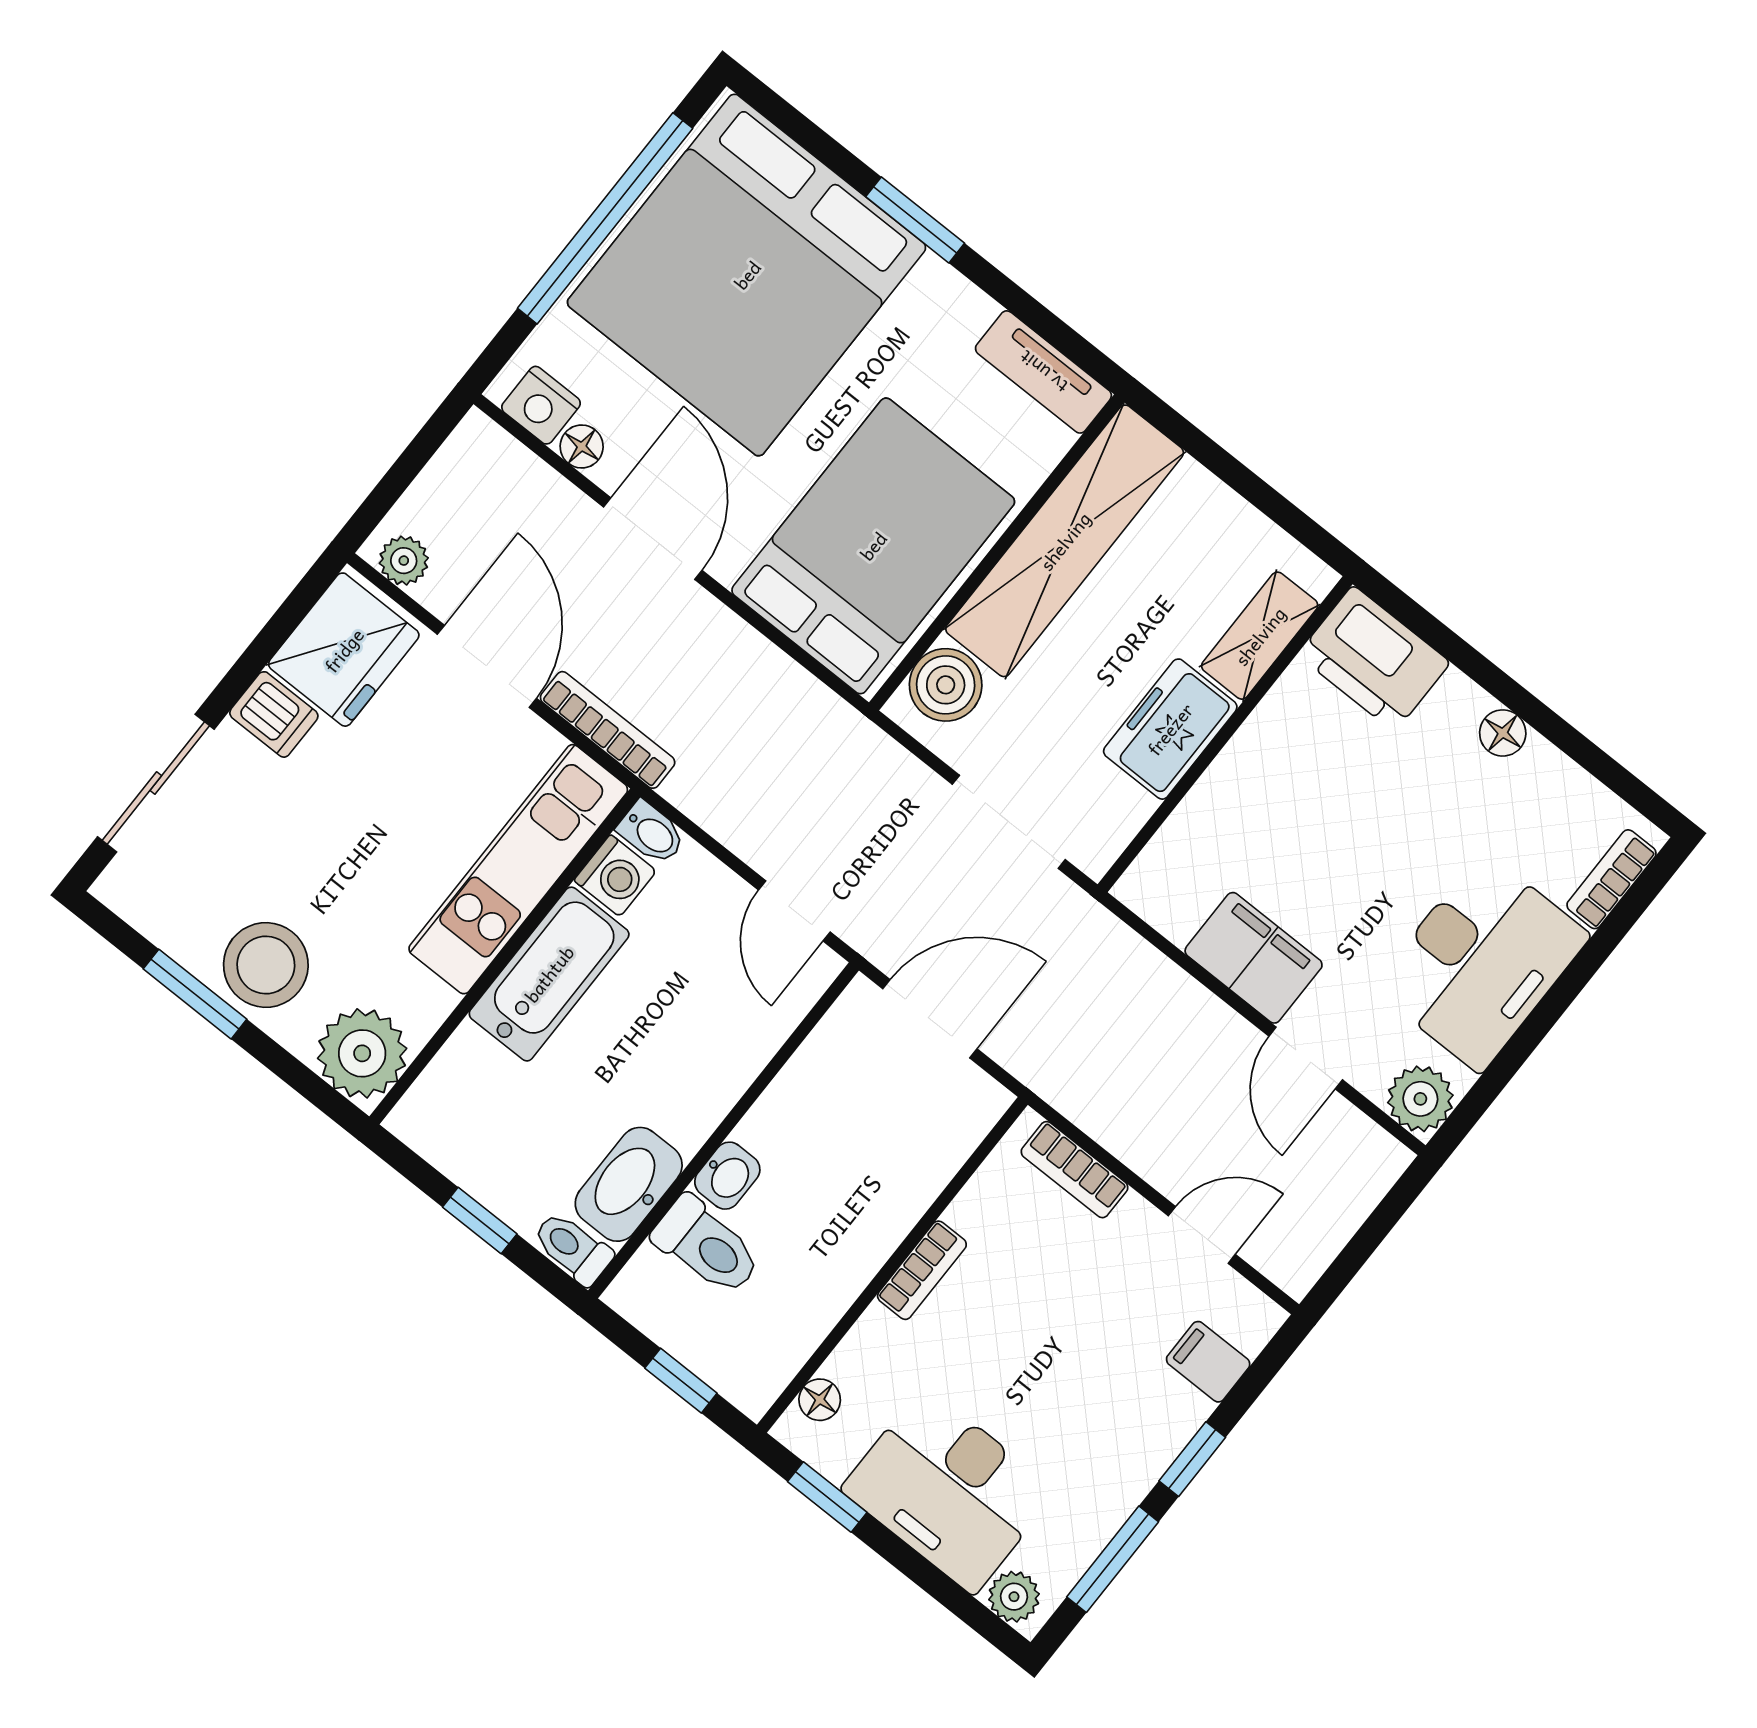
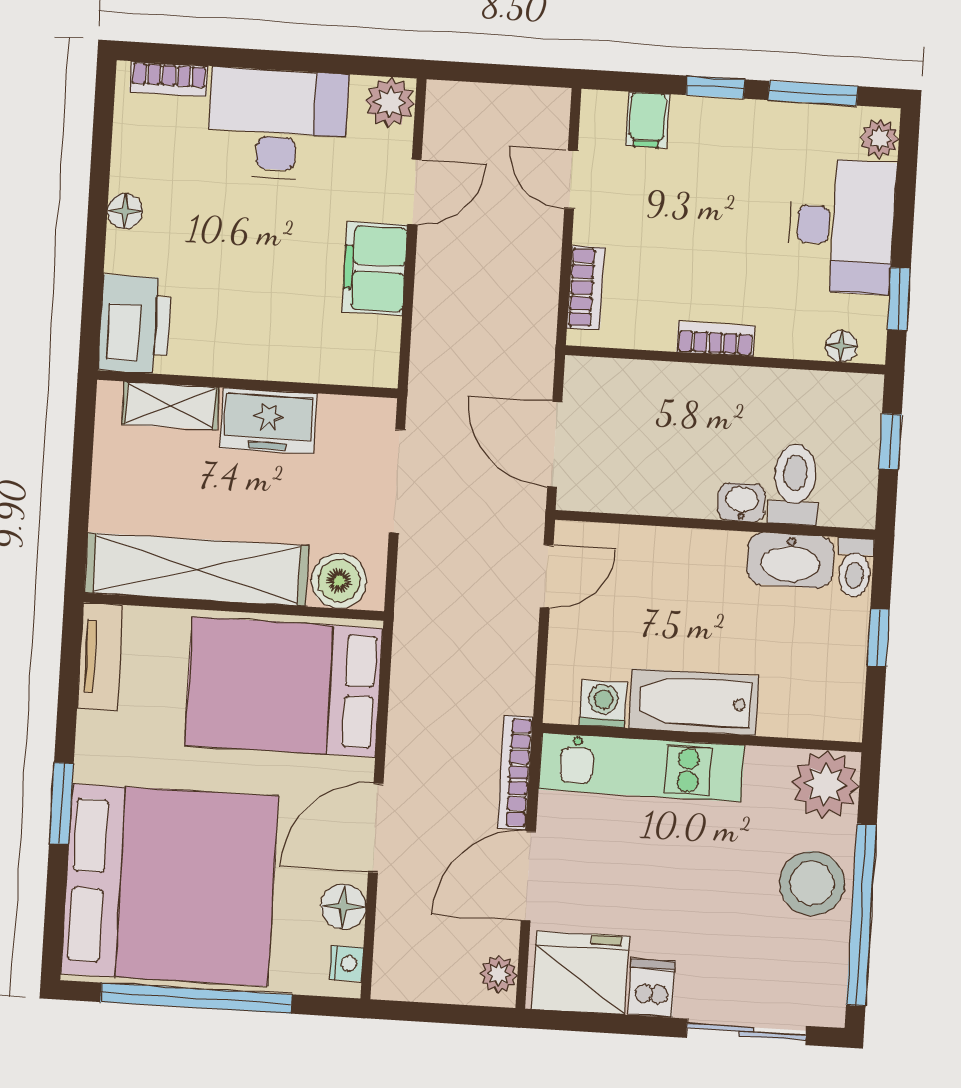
nightstand: (541, 405) -> (346, 963), width x0.72, depth x0.74
floor lamp: (582, 447) -> (344, 906), width x1.37, depth x1.37
bidet: (651, 833) -> (560, 700), removed
window: (195, 994) -> (861, 915), width x2.11

